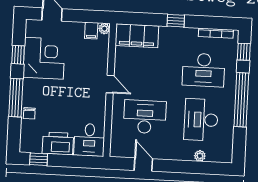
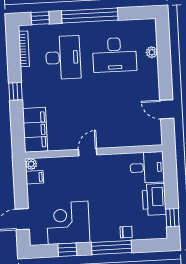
desk: (145, 117) -> (118, 113), removed
door: (143, 165) -> (167, 109), hinge flipped

